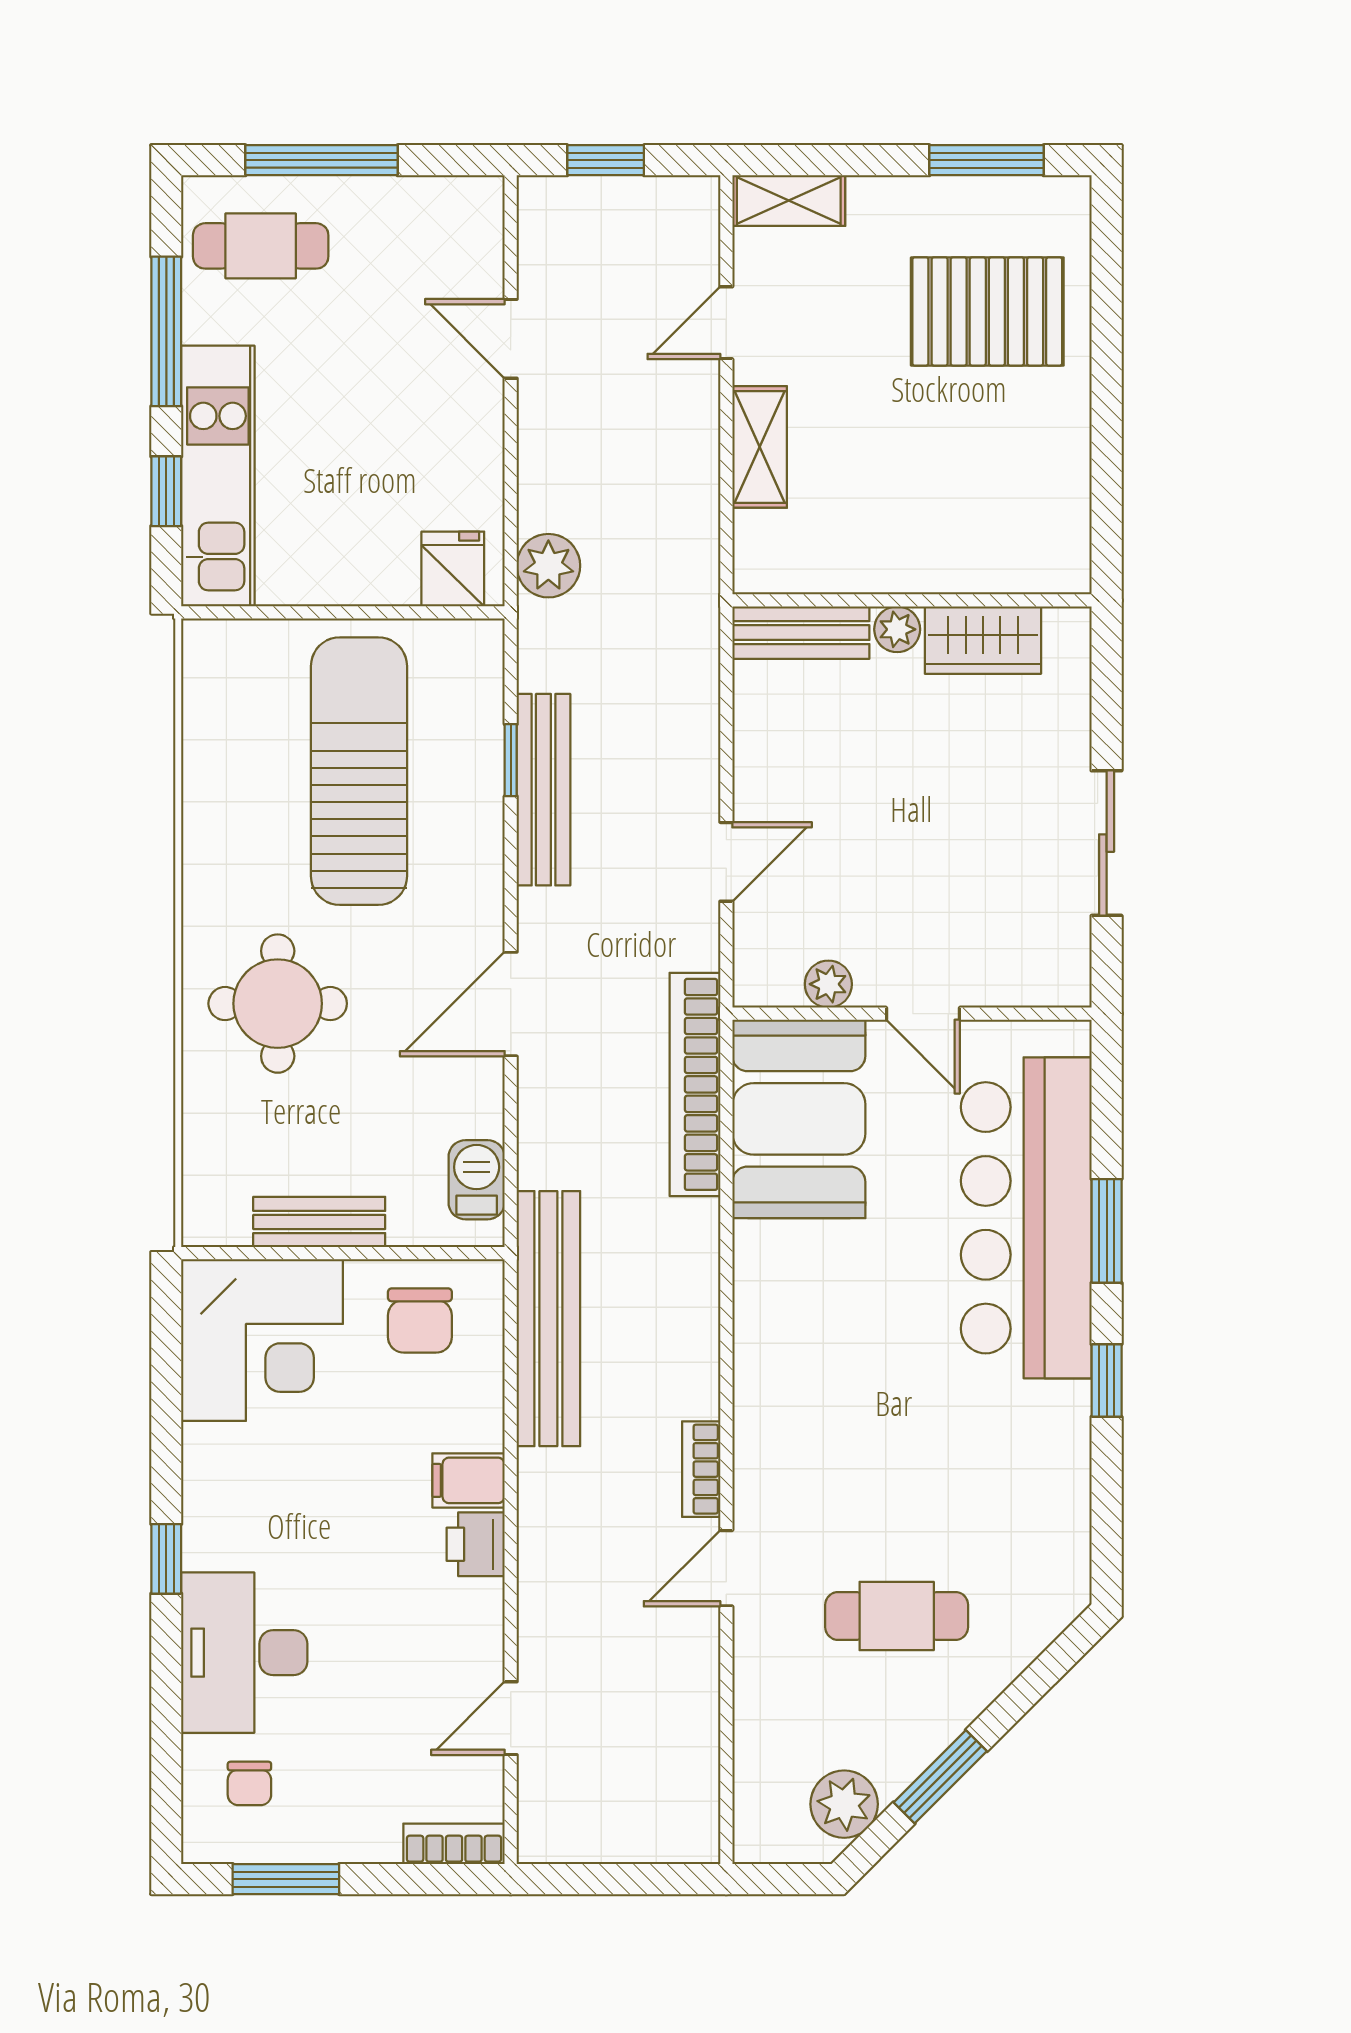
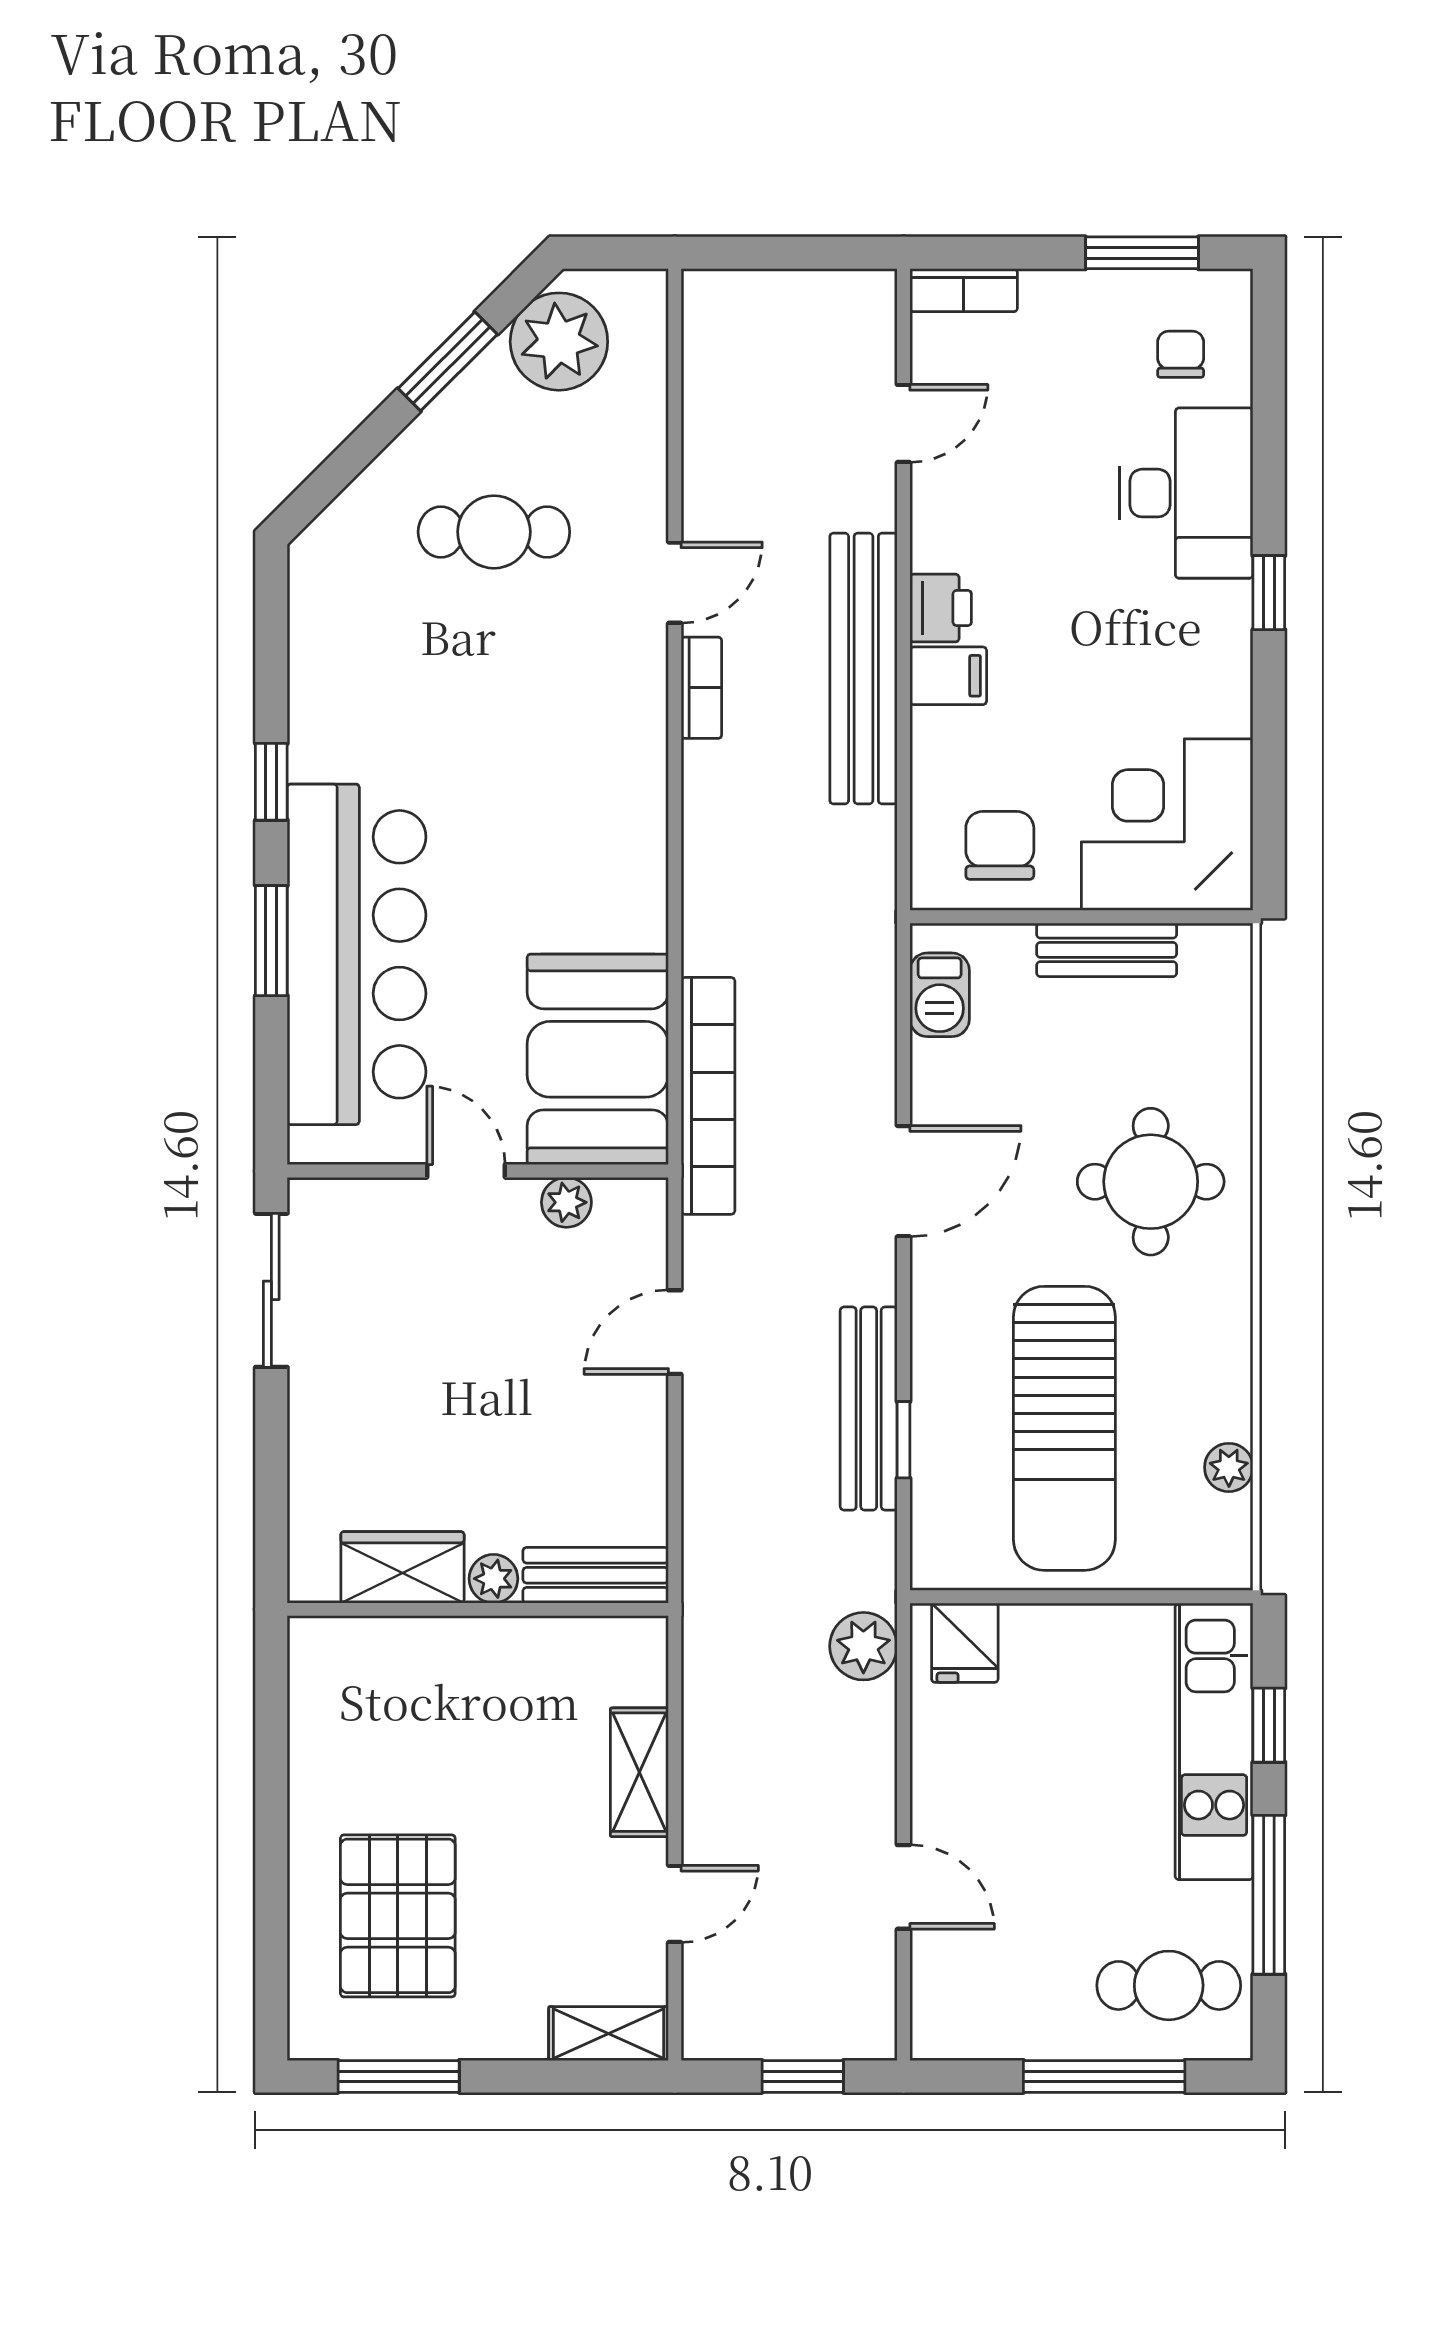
pallet: (987, 311) -> (398, 1916), turned 90
plant: (204, 734) -> (1229, 1467), added
sliding door: (1107, 843) -> (271, 1290), moved
bench: (548, 1319) -> (863, 668), moved
plant: (844, 1804) -> (559, 342), width x1.36, depth x1.36

